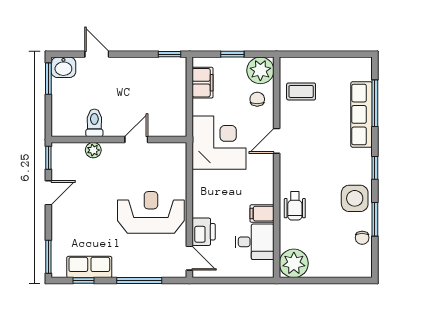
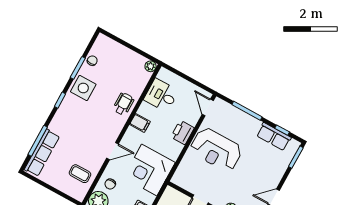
row of seats: (362, 114) -> (42, 153), moved
filing cabinet: (262, 214) -> (140, 123), moved
printer: (204, 232) -> (182, 132), moved
plant: (294, 263) -> (151, 66), width x0.53, depth x0.53

